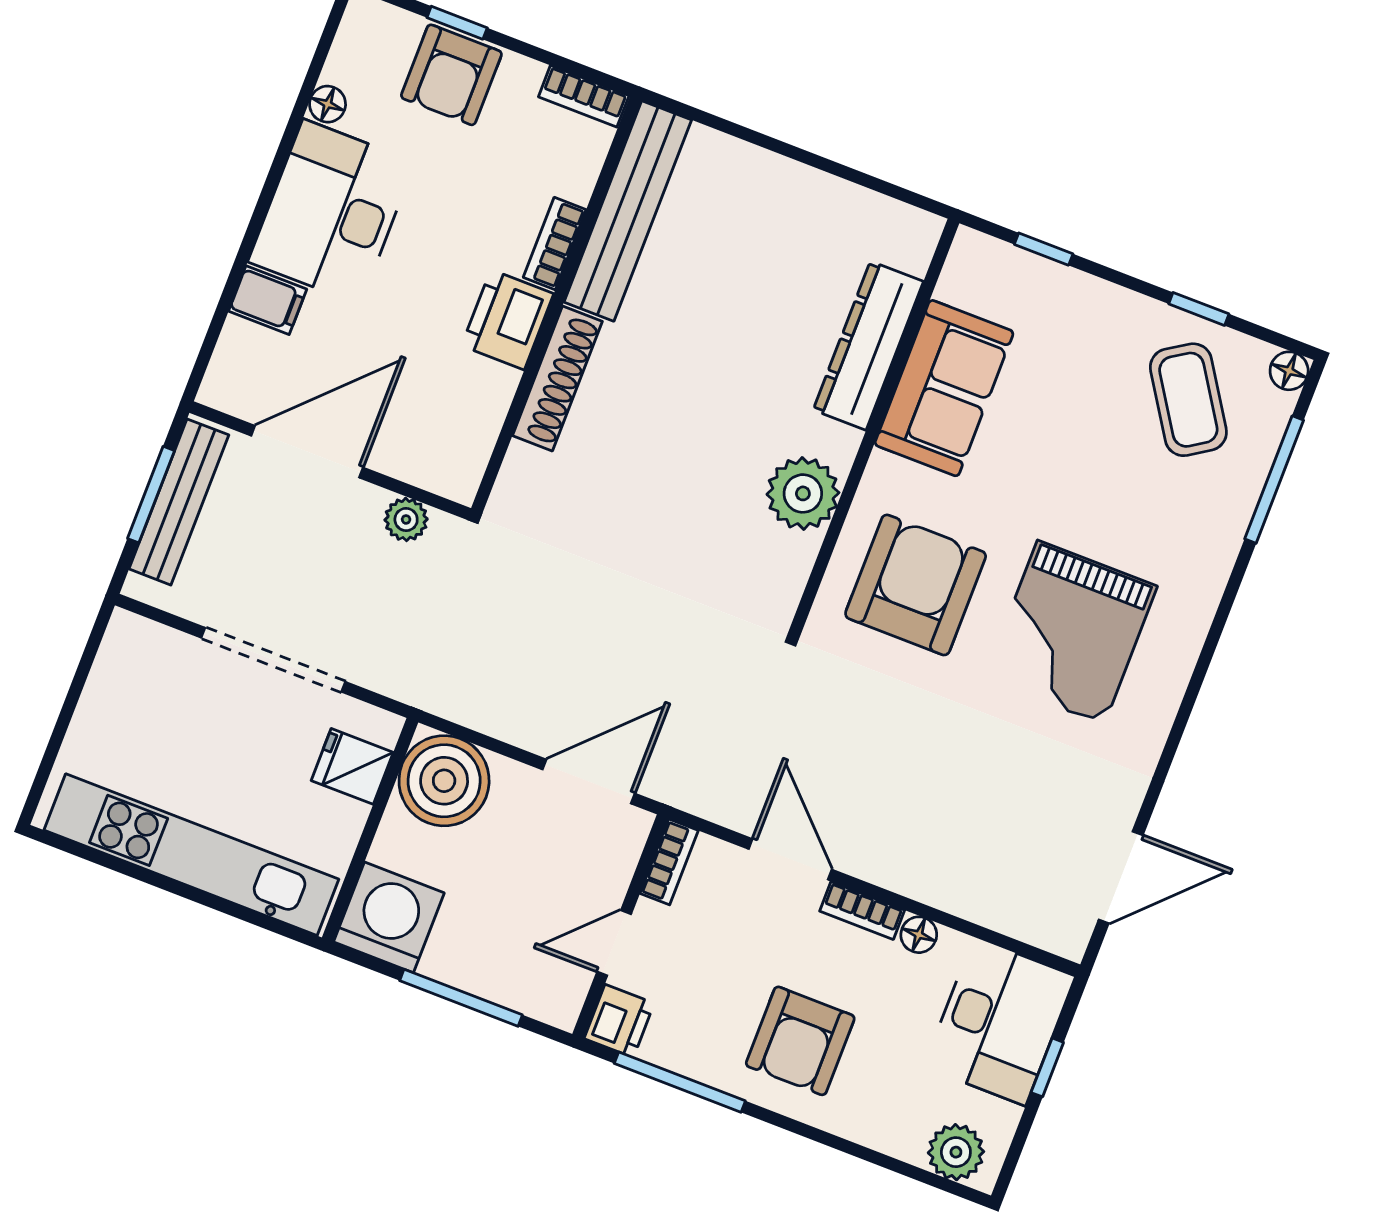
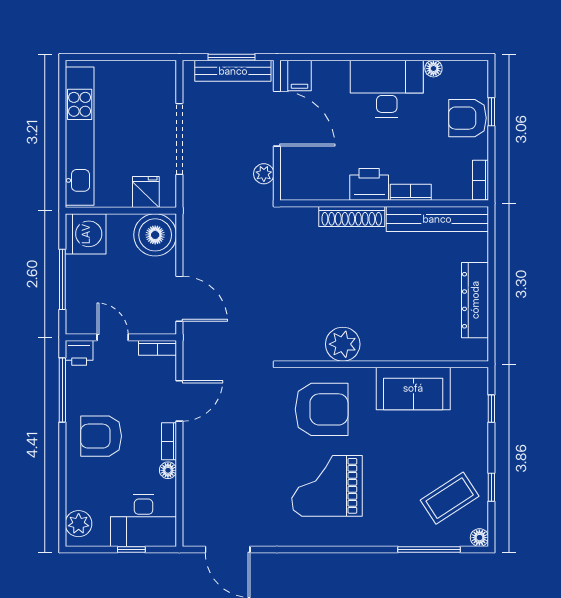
filing cabinet: (268, 300) -> (300, 75), moved
dresser: (868, 346) -> (475, 300), moved, turned -90

